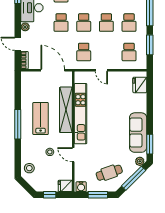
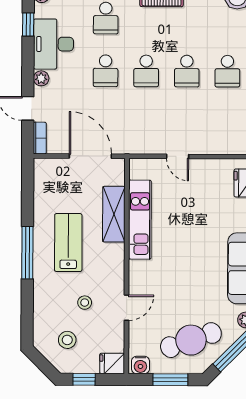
school desk: (84, 52) -> (146, 124), removed
school desk: (129, 52) -> (227, 124), removed
shelving: (66, 110) -> (114, 214), width x0.68
kitchen unit: (81, 114) -> (140, 220), width x0.73
door: (73, 155) -> (127, 308), swing flipped
stool: (29, 168) -> (67, 340), moved
cafe table: (109, 173) -> (191, 340), width x1.37, depth x1.35

